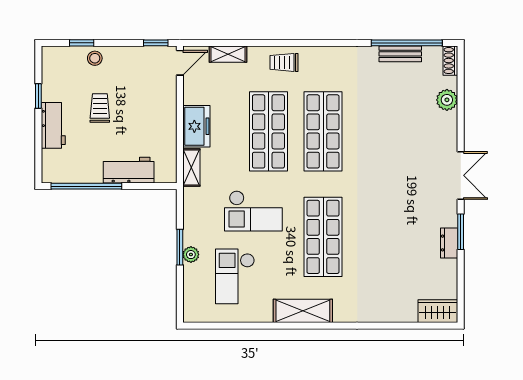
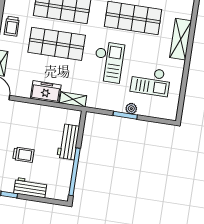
trolley: (100, 108) -> (23, 155), turned 180

